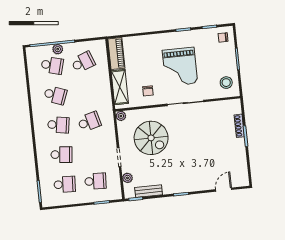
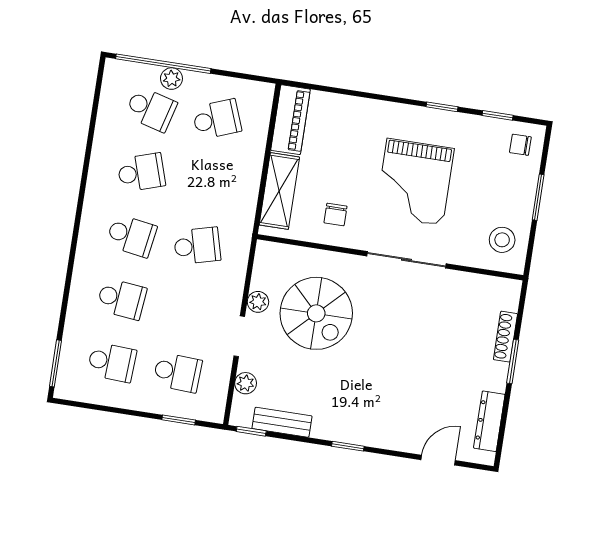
school desk: (55, 95) -> (141, 172), turned -39
plant: (121, 116) -> (258, 302), moved
dresser: (242, 166) -> (489, 421), added

